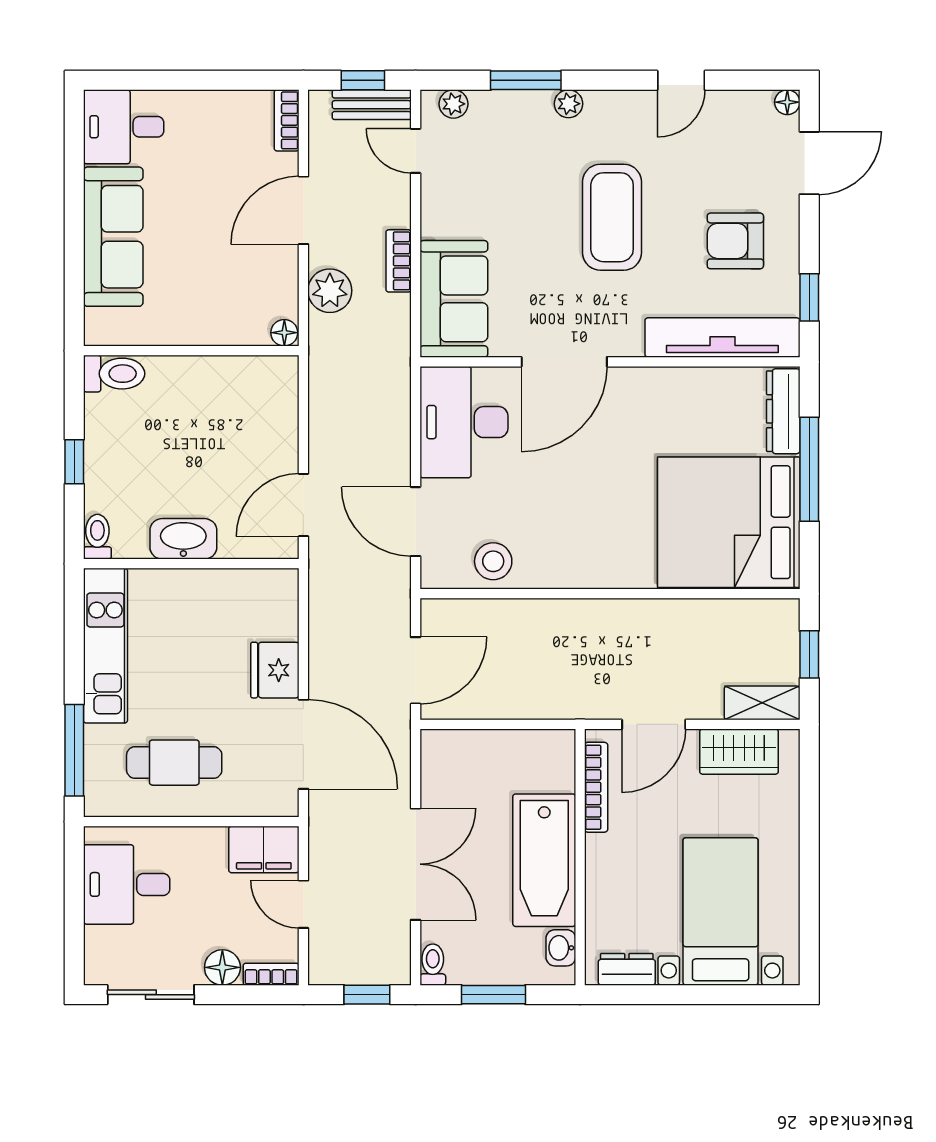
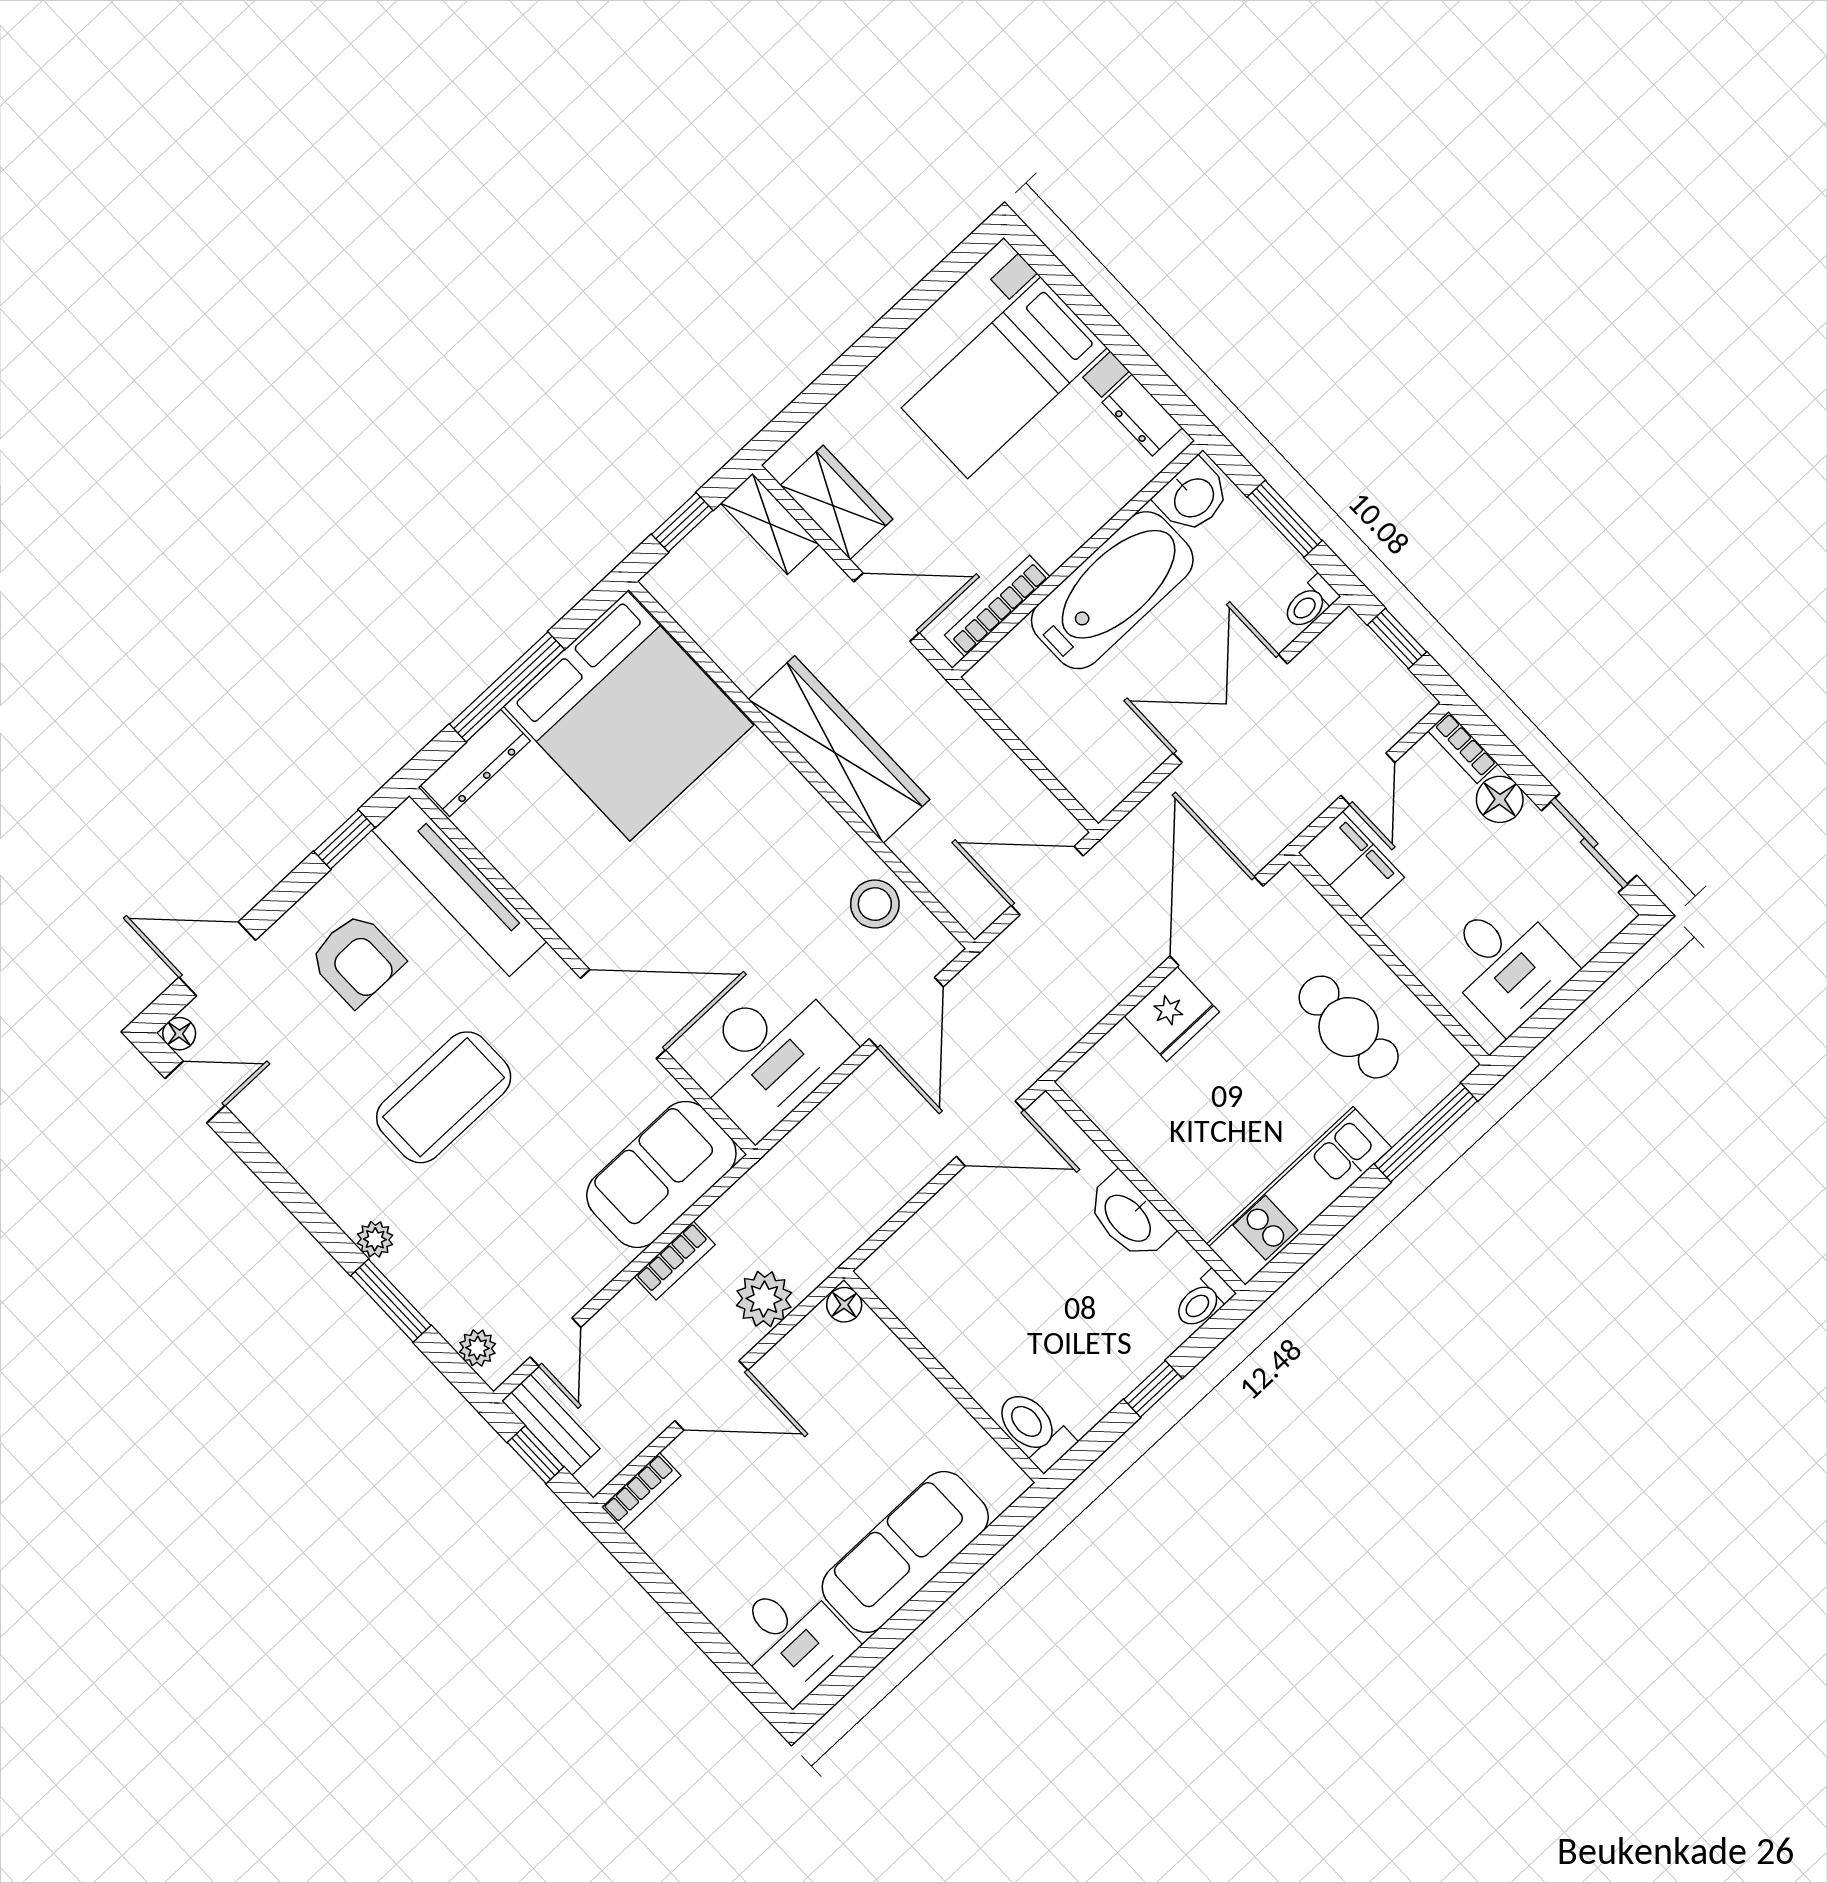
door: (681, 80) -> (195, 1092), moved
wardrobe: (599, 623) -> (839, 749), added
washbasin: (561, 948) -> (1193, 497), width x1.38, depth x1.45

